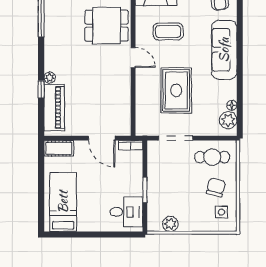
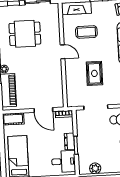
dining table: (107, 26) -> (25, 34), moved
rug: (176, 90) -> (94, 73), width x0.73, depth x0.70
dresser: (136, 184) -> (69, 141), added

